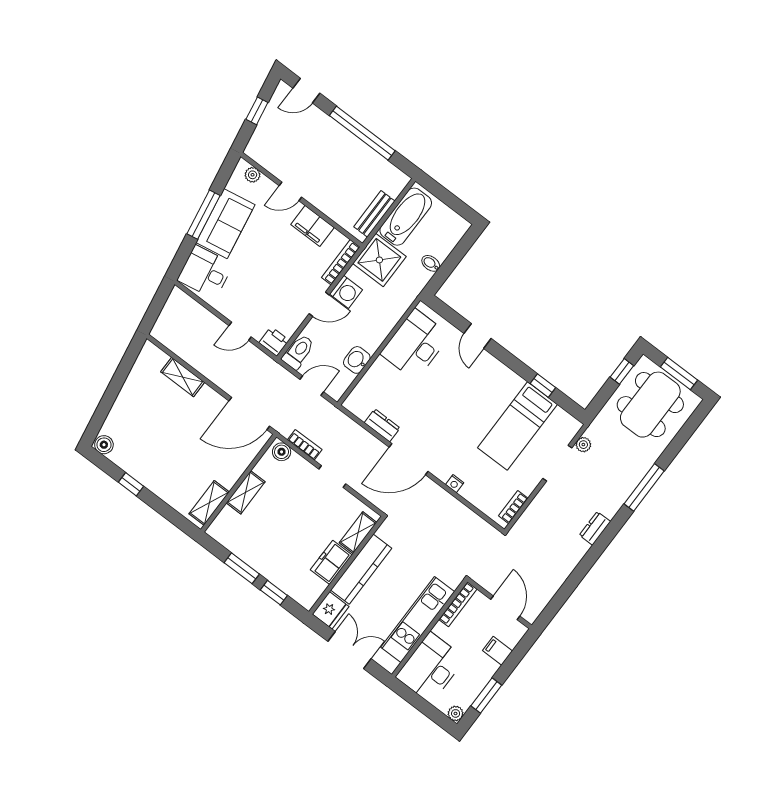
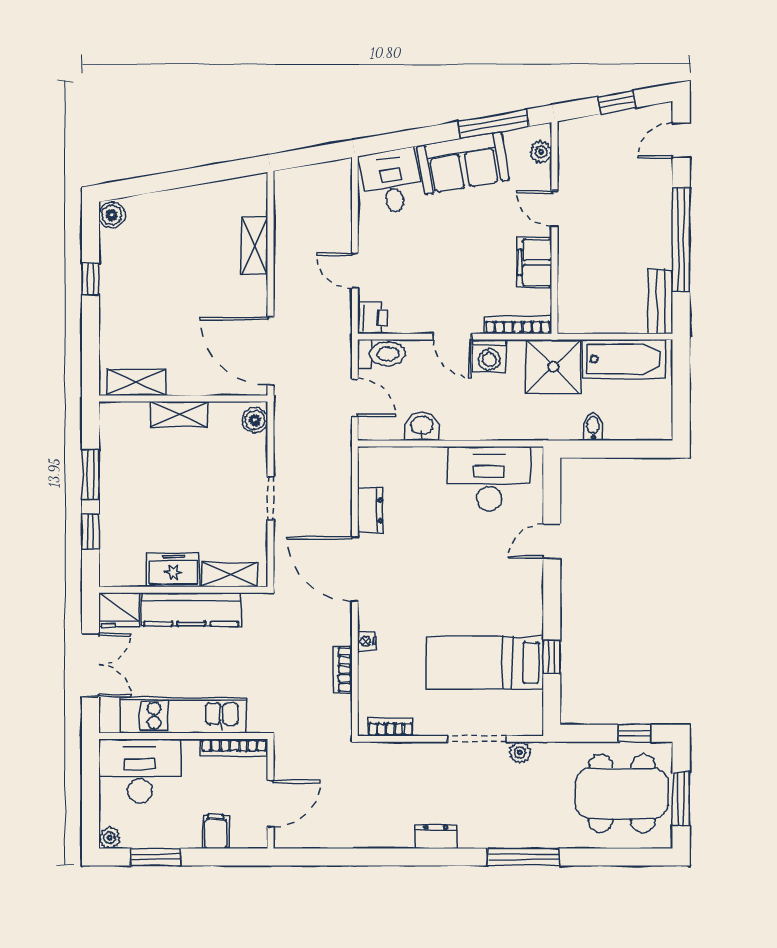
door: (306, 91) -> (681, 140), hinge flipped
bench: (374, 214) -> (660, 302), moved, turned 90
window: (203, 215) -> (493, 124), moved
bookcase: (305, 445) -> (343, 670), moved, turned 180

